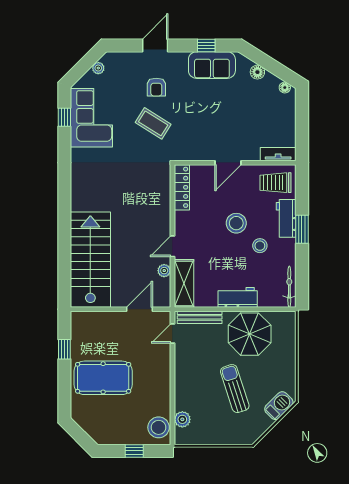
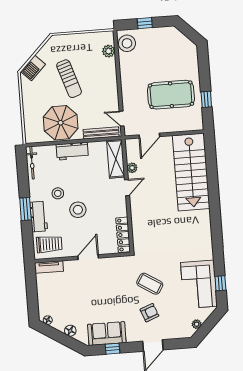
armchair: (156, 87) -> (149, 313), turned 69
door: (172, 333) -> (122, 119), swing flipped
pool table: (103, 378) -> (171, 95), moved

